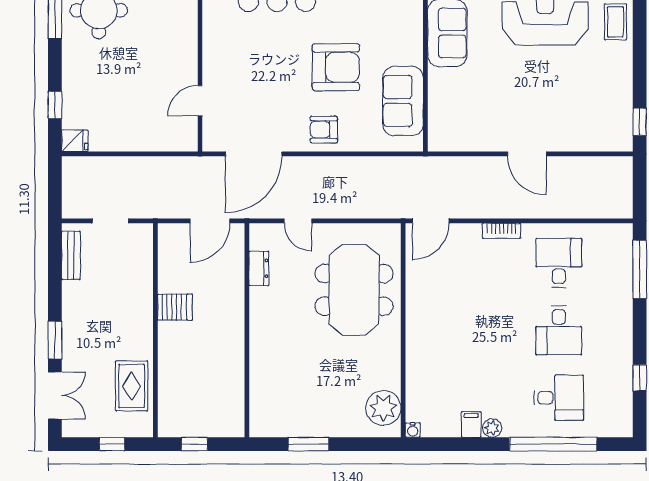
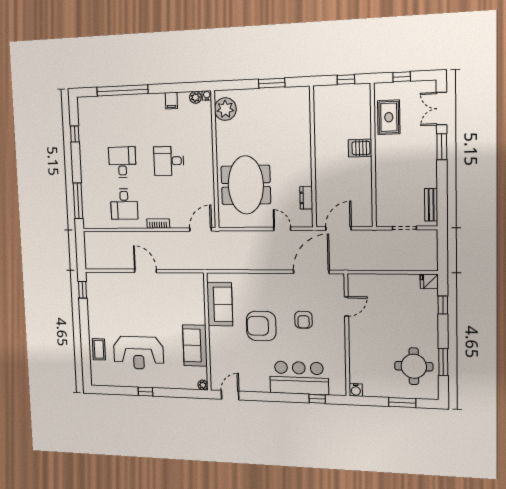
armchair: (324, 130) -> (303, 320), moved, turned 90
server rack: (175, 307) -> (360, 148), moved
desk: (559, 398) -> (169, 161), moved
plant: (492, 428) -> (195, 97), moved

